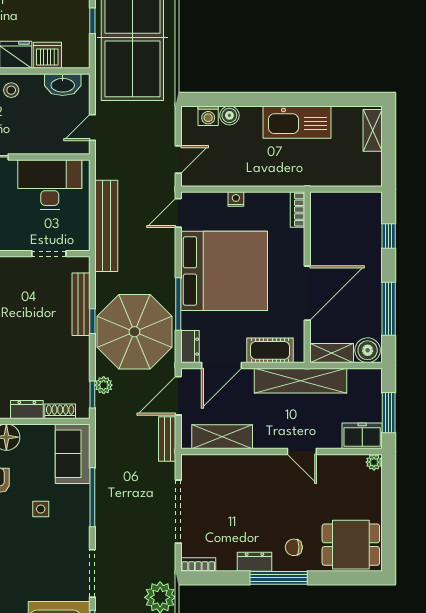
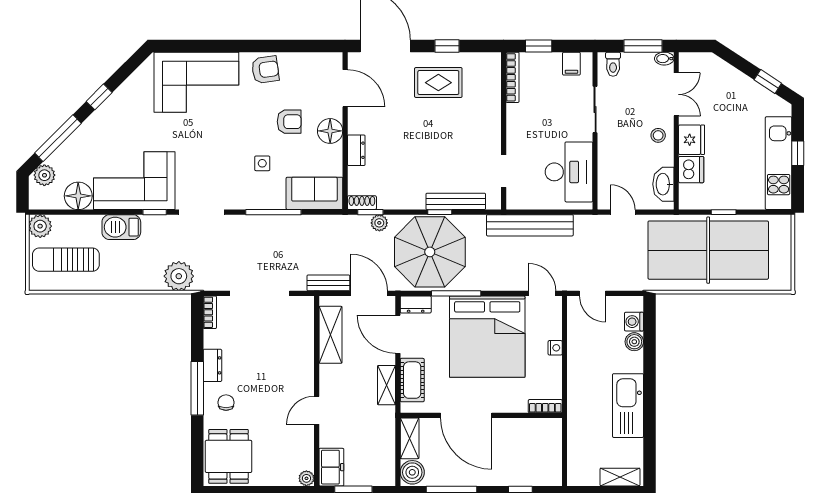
shelving: (301, 381) -> (387, 385), width x0.45, depth x0.75
shoe rack: (60, 411) -> (362, 203), moved, turned -90

